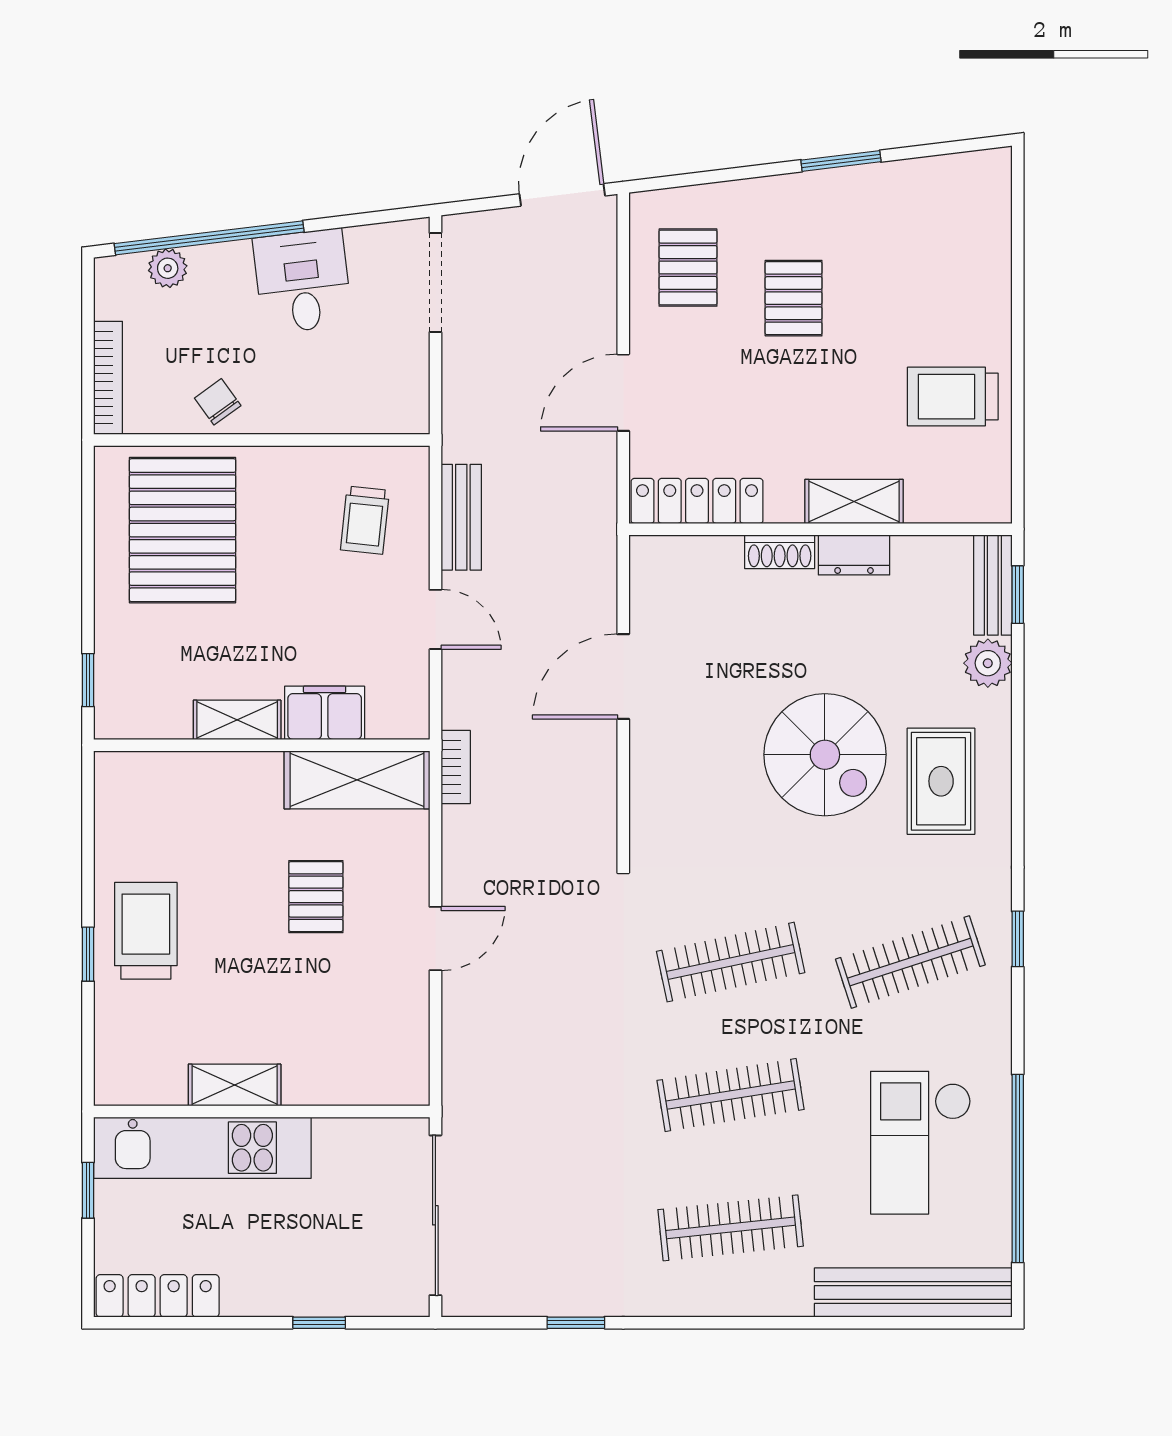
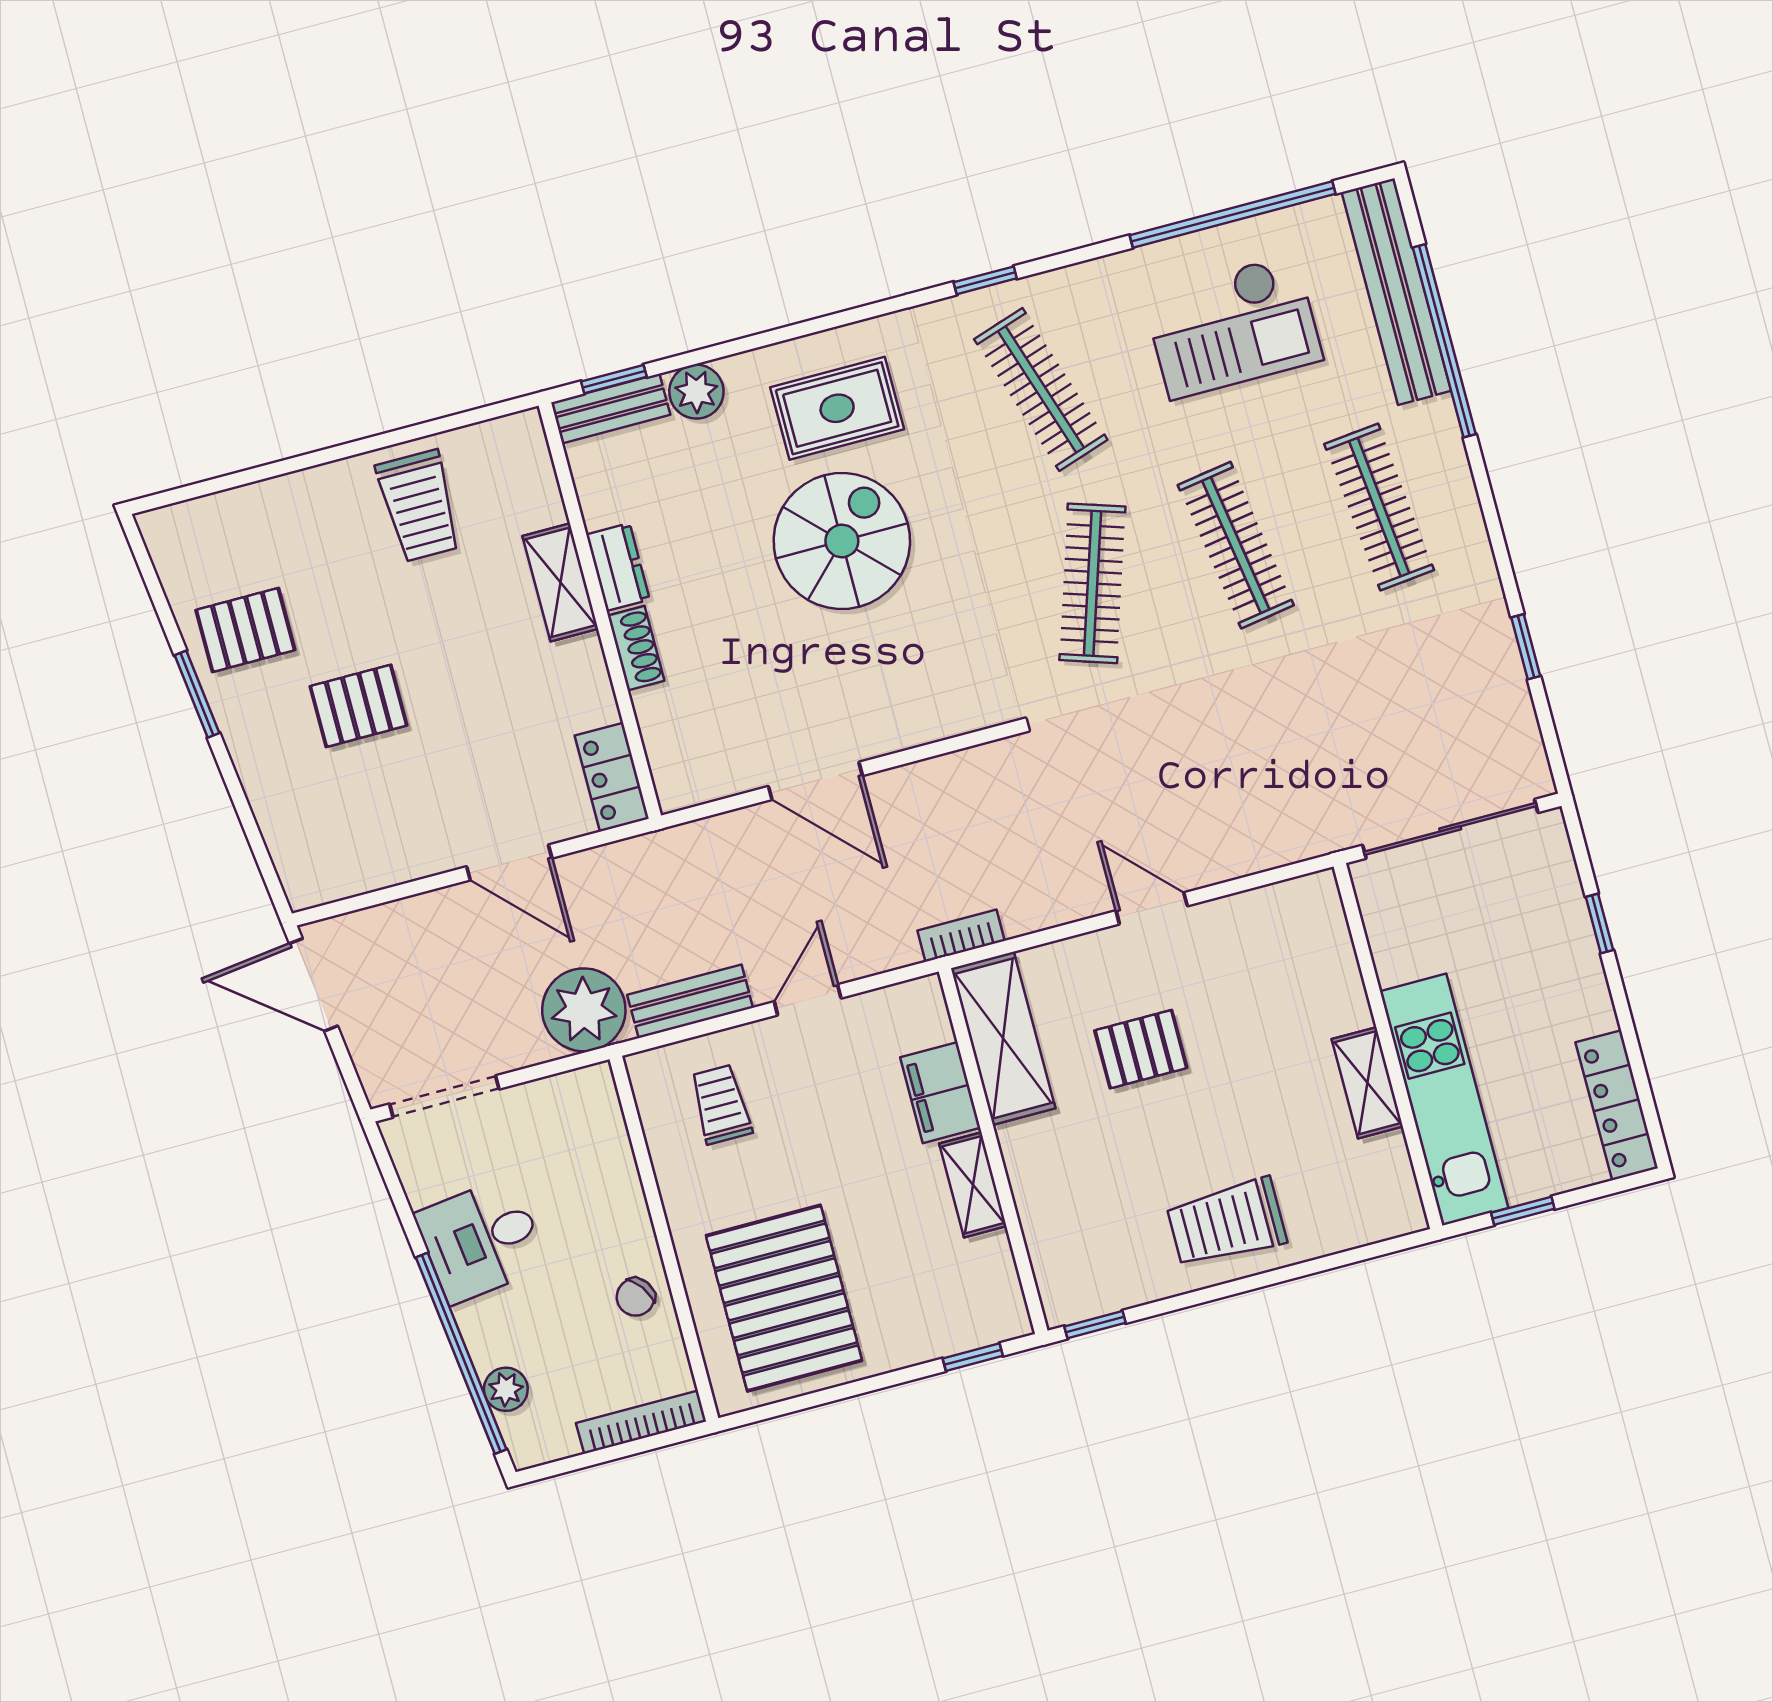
pallet: (688, 268) -> (245, 630), moved
plant: (478, 423) -> (584, 1010), added
locker: (697, 501) -> (612, 777), width x0.66
trolley: (365, 520) -> (721, 1104), turned -96
pallet: (183, 530) -> (784, 1298), turned 90
window: (88, 954) -> (1095, 1325), moved
clothes rail: (731, 962) -> (1092, 583), turned 30
window: (860, 1323) -> (1444, 341), added

